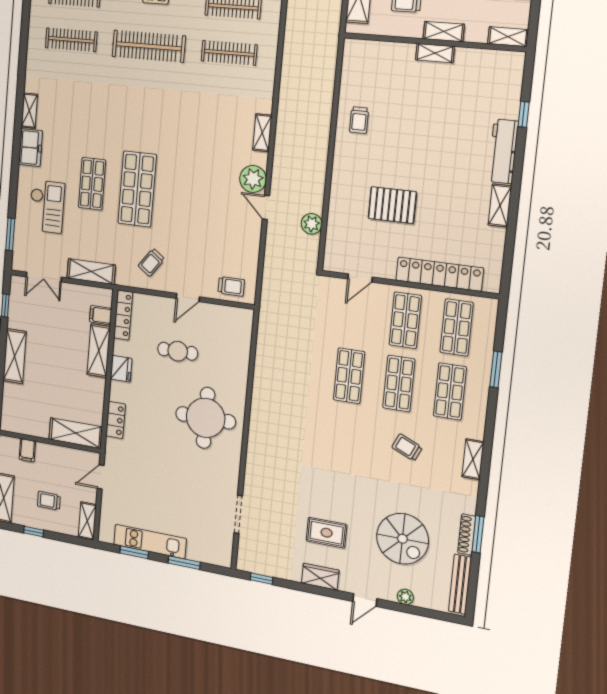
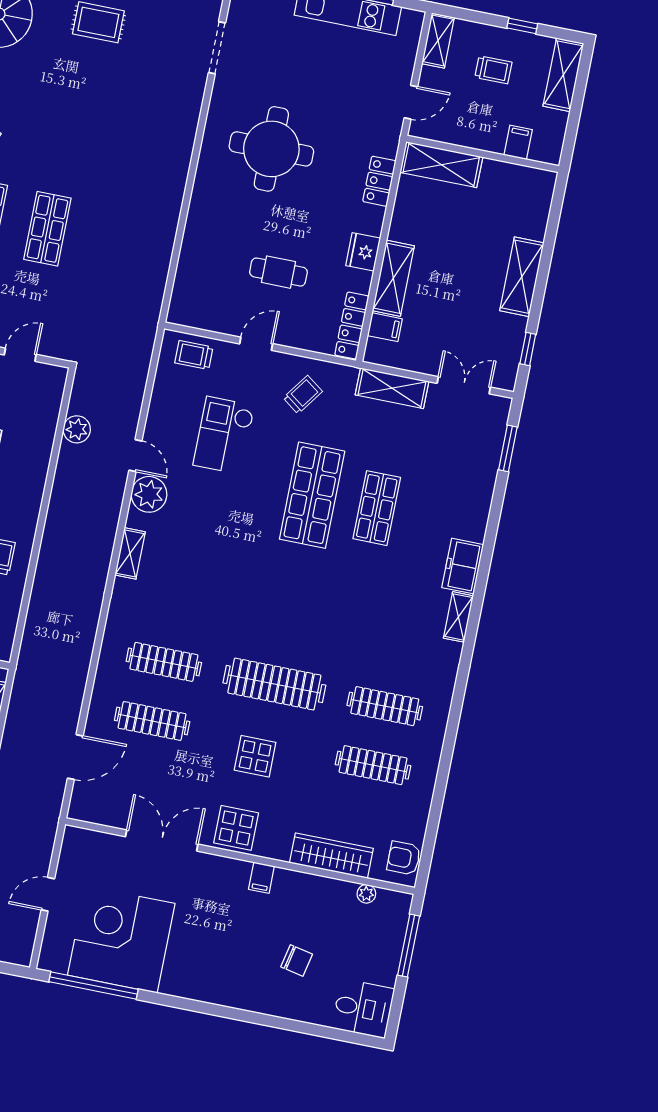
checkout: (47, 207) -> (224, 435), moved
round table: (206, 418) -> (271, 149), moved

